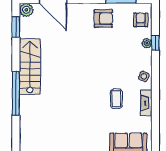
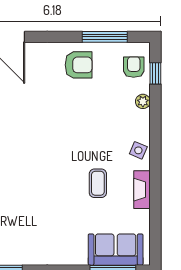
window: (155, 43) -> (155, 73), moved

